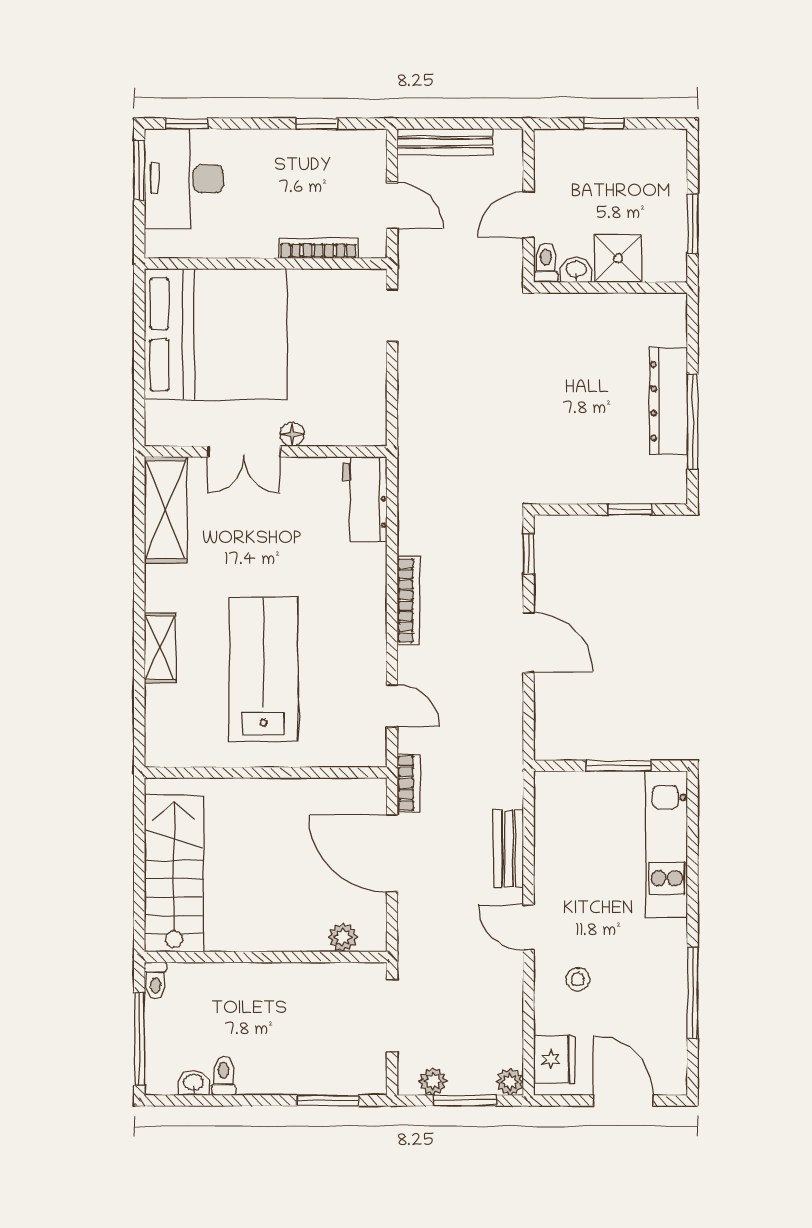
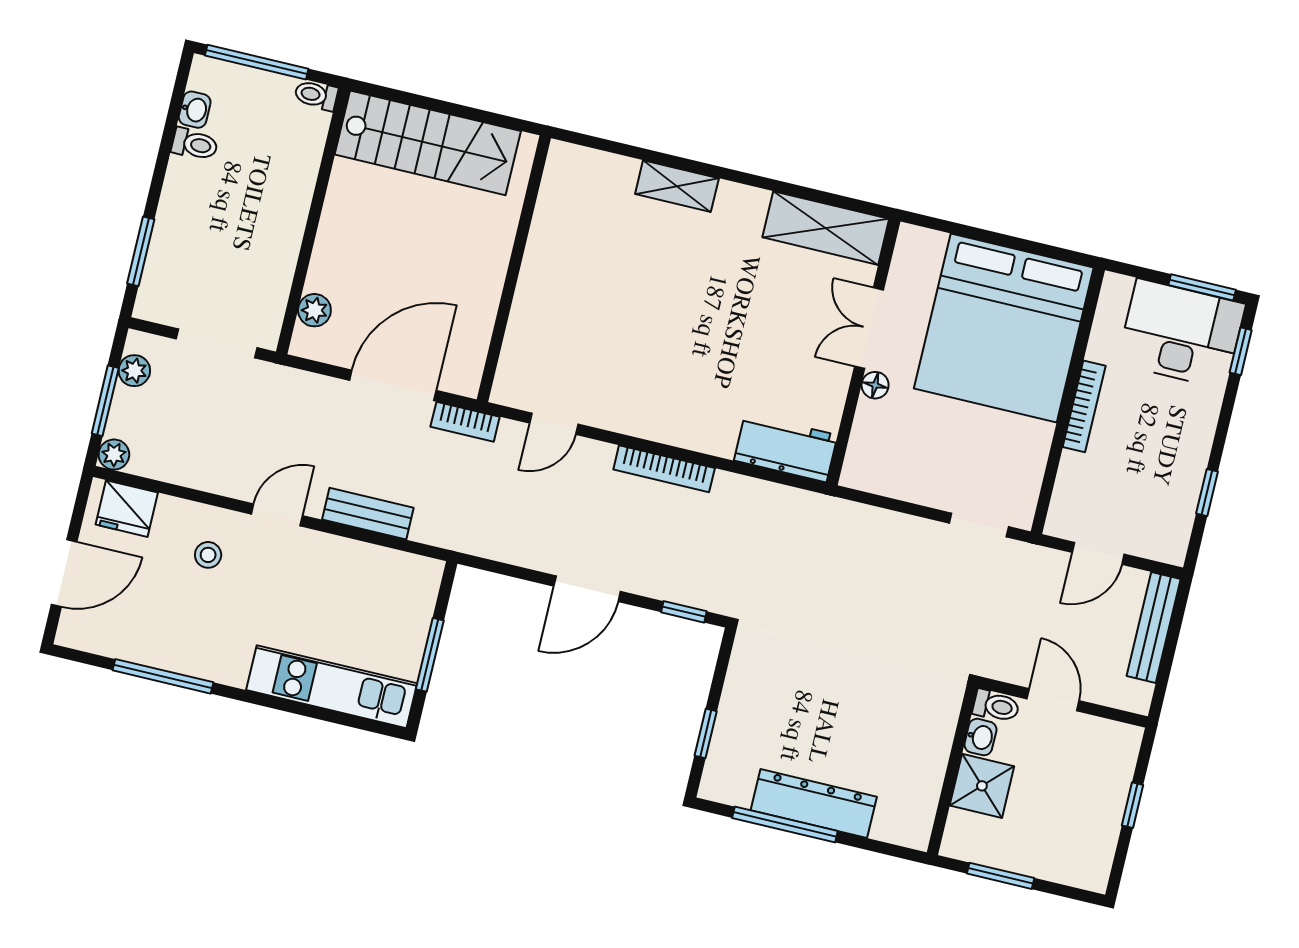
bookcase: (318, 248) -> (1084, 406), moved
lab bench: (264, 669) -> (627, 293), removed

